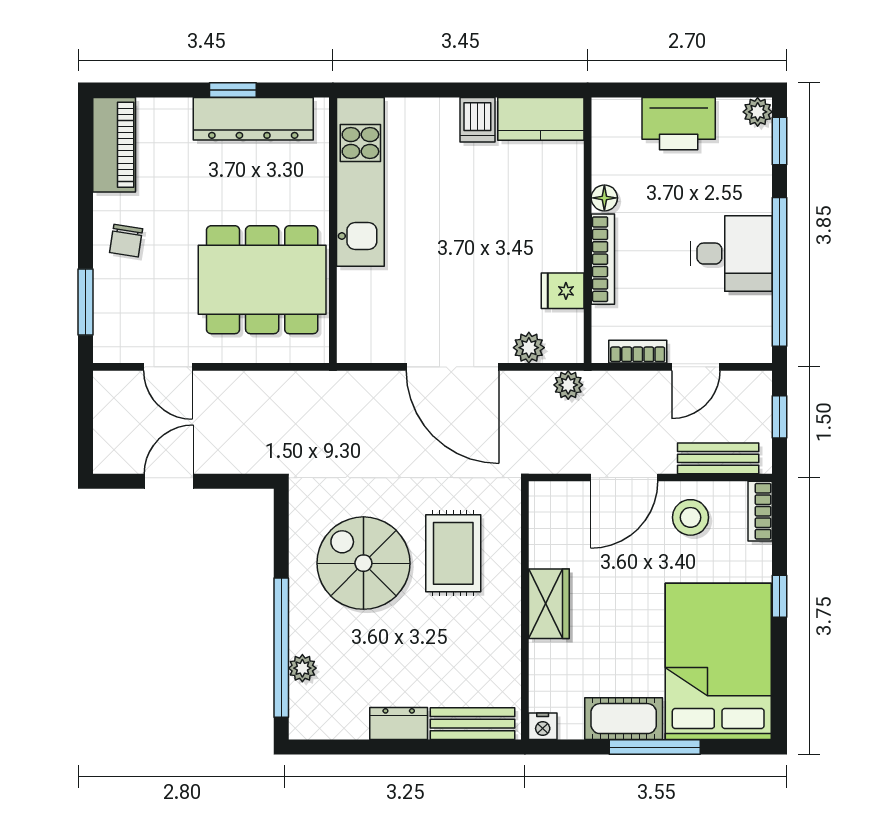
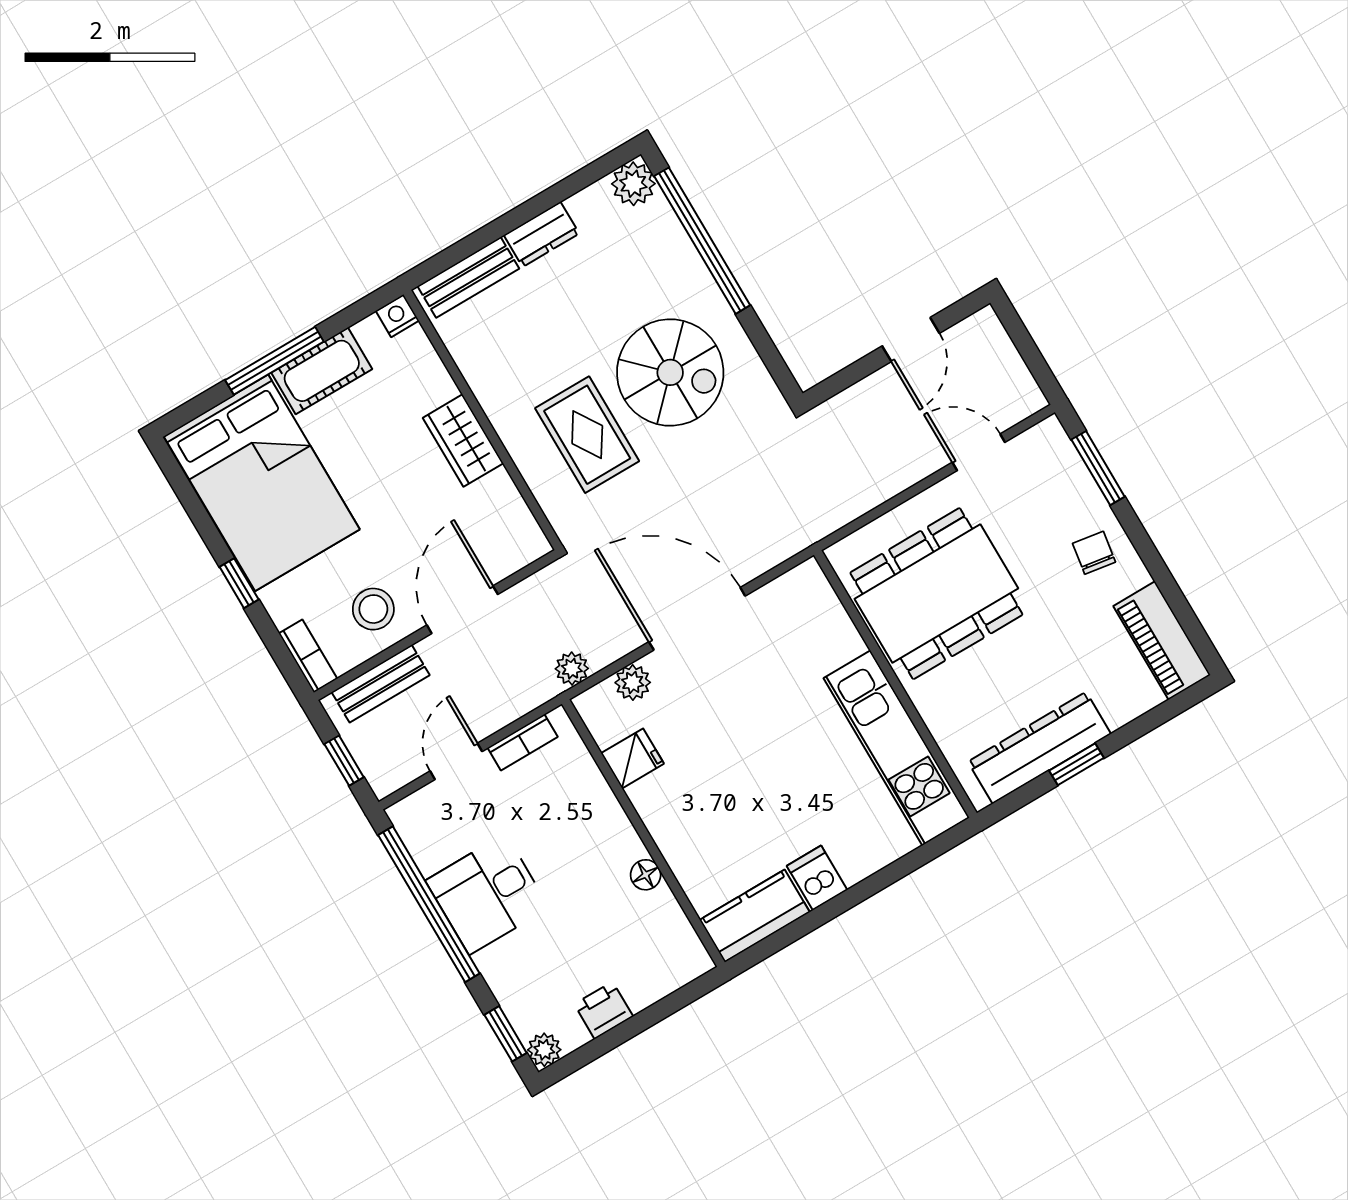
printer: (679, 124) -> (604, 1010), width x0.53, depth x0.68
bookcase: (603, 259) -> (611, 813), removed
plant: (302, 668) -> (633, 184), moved, width x1.38, depth x1.38

